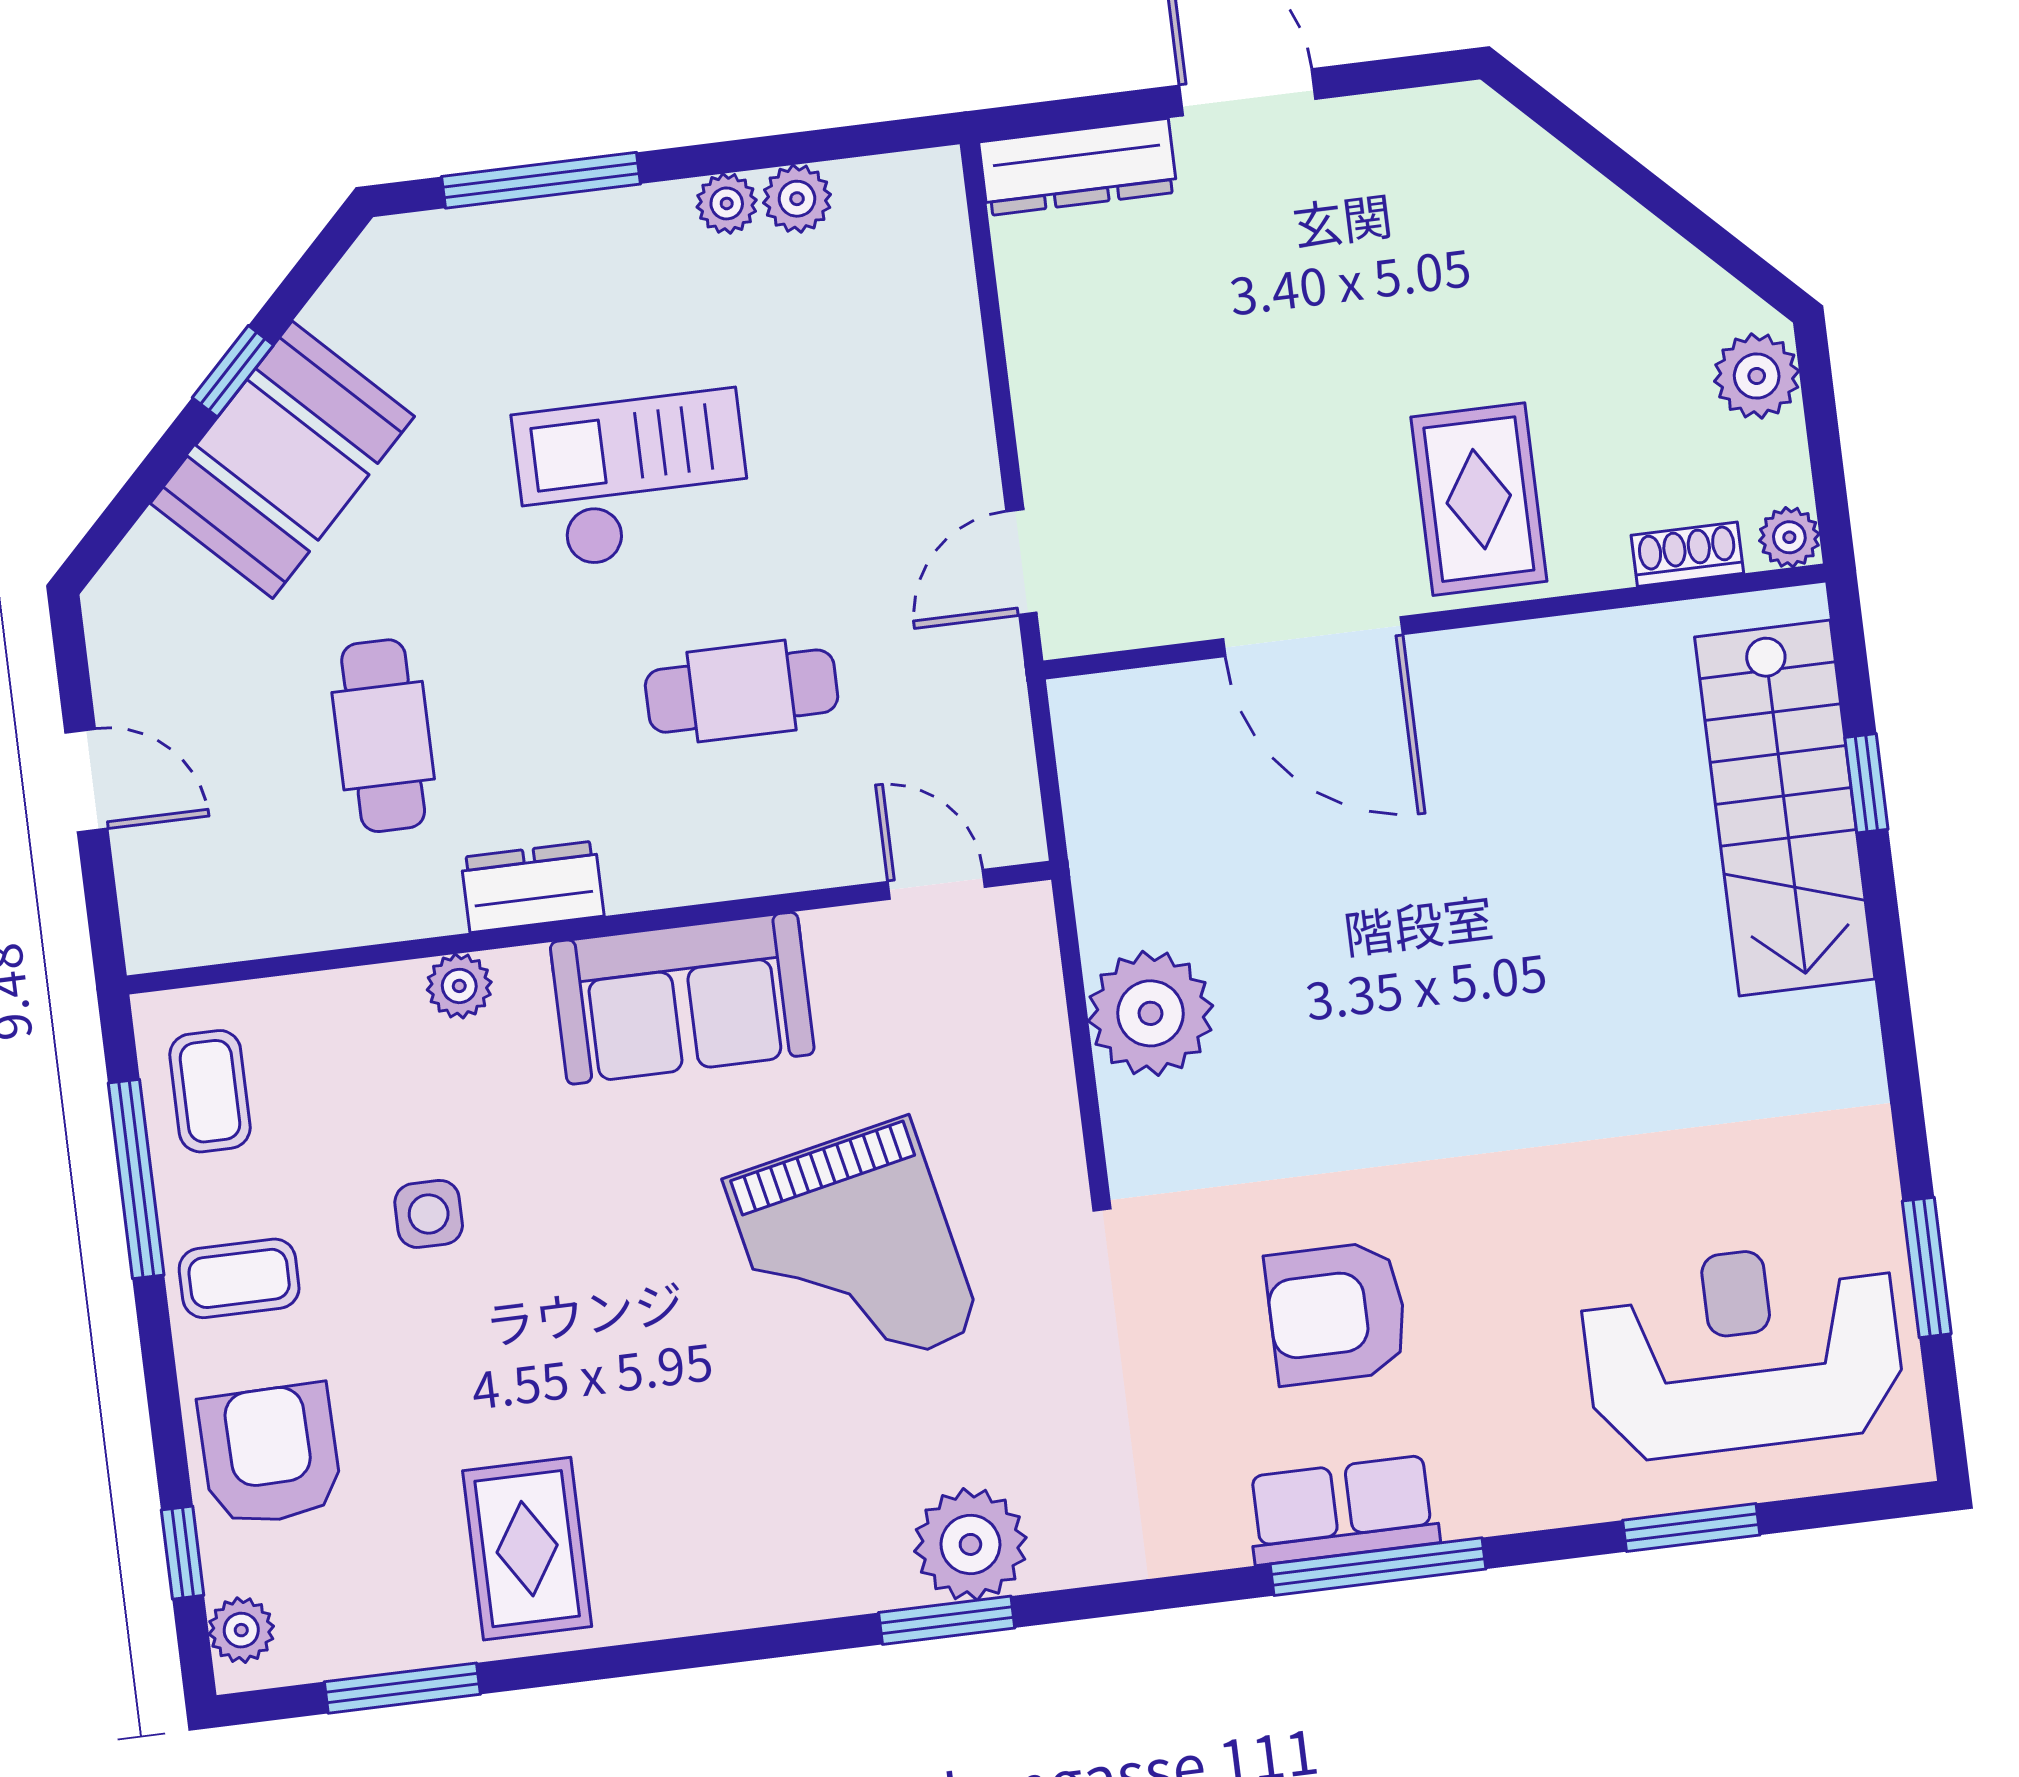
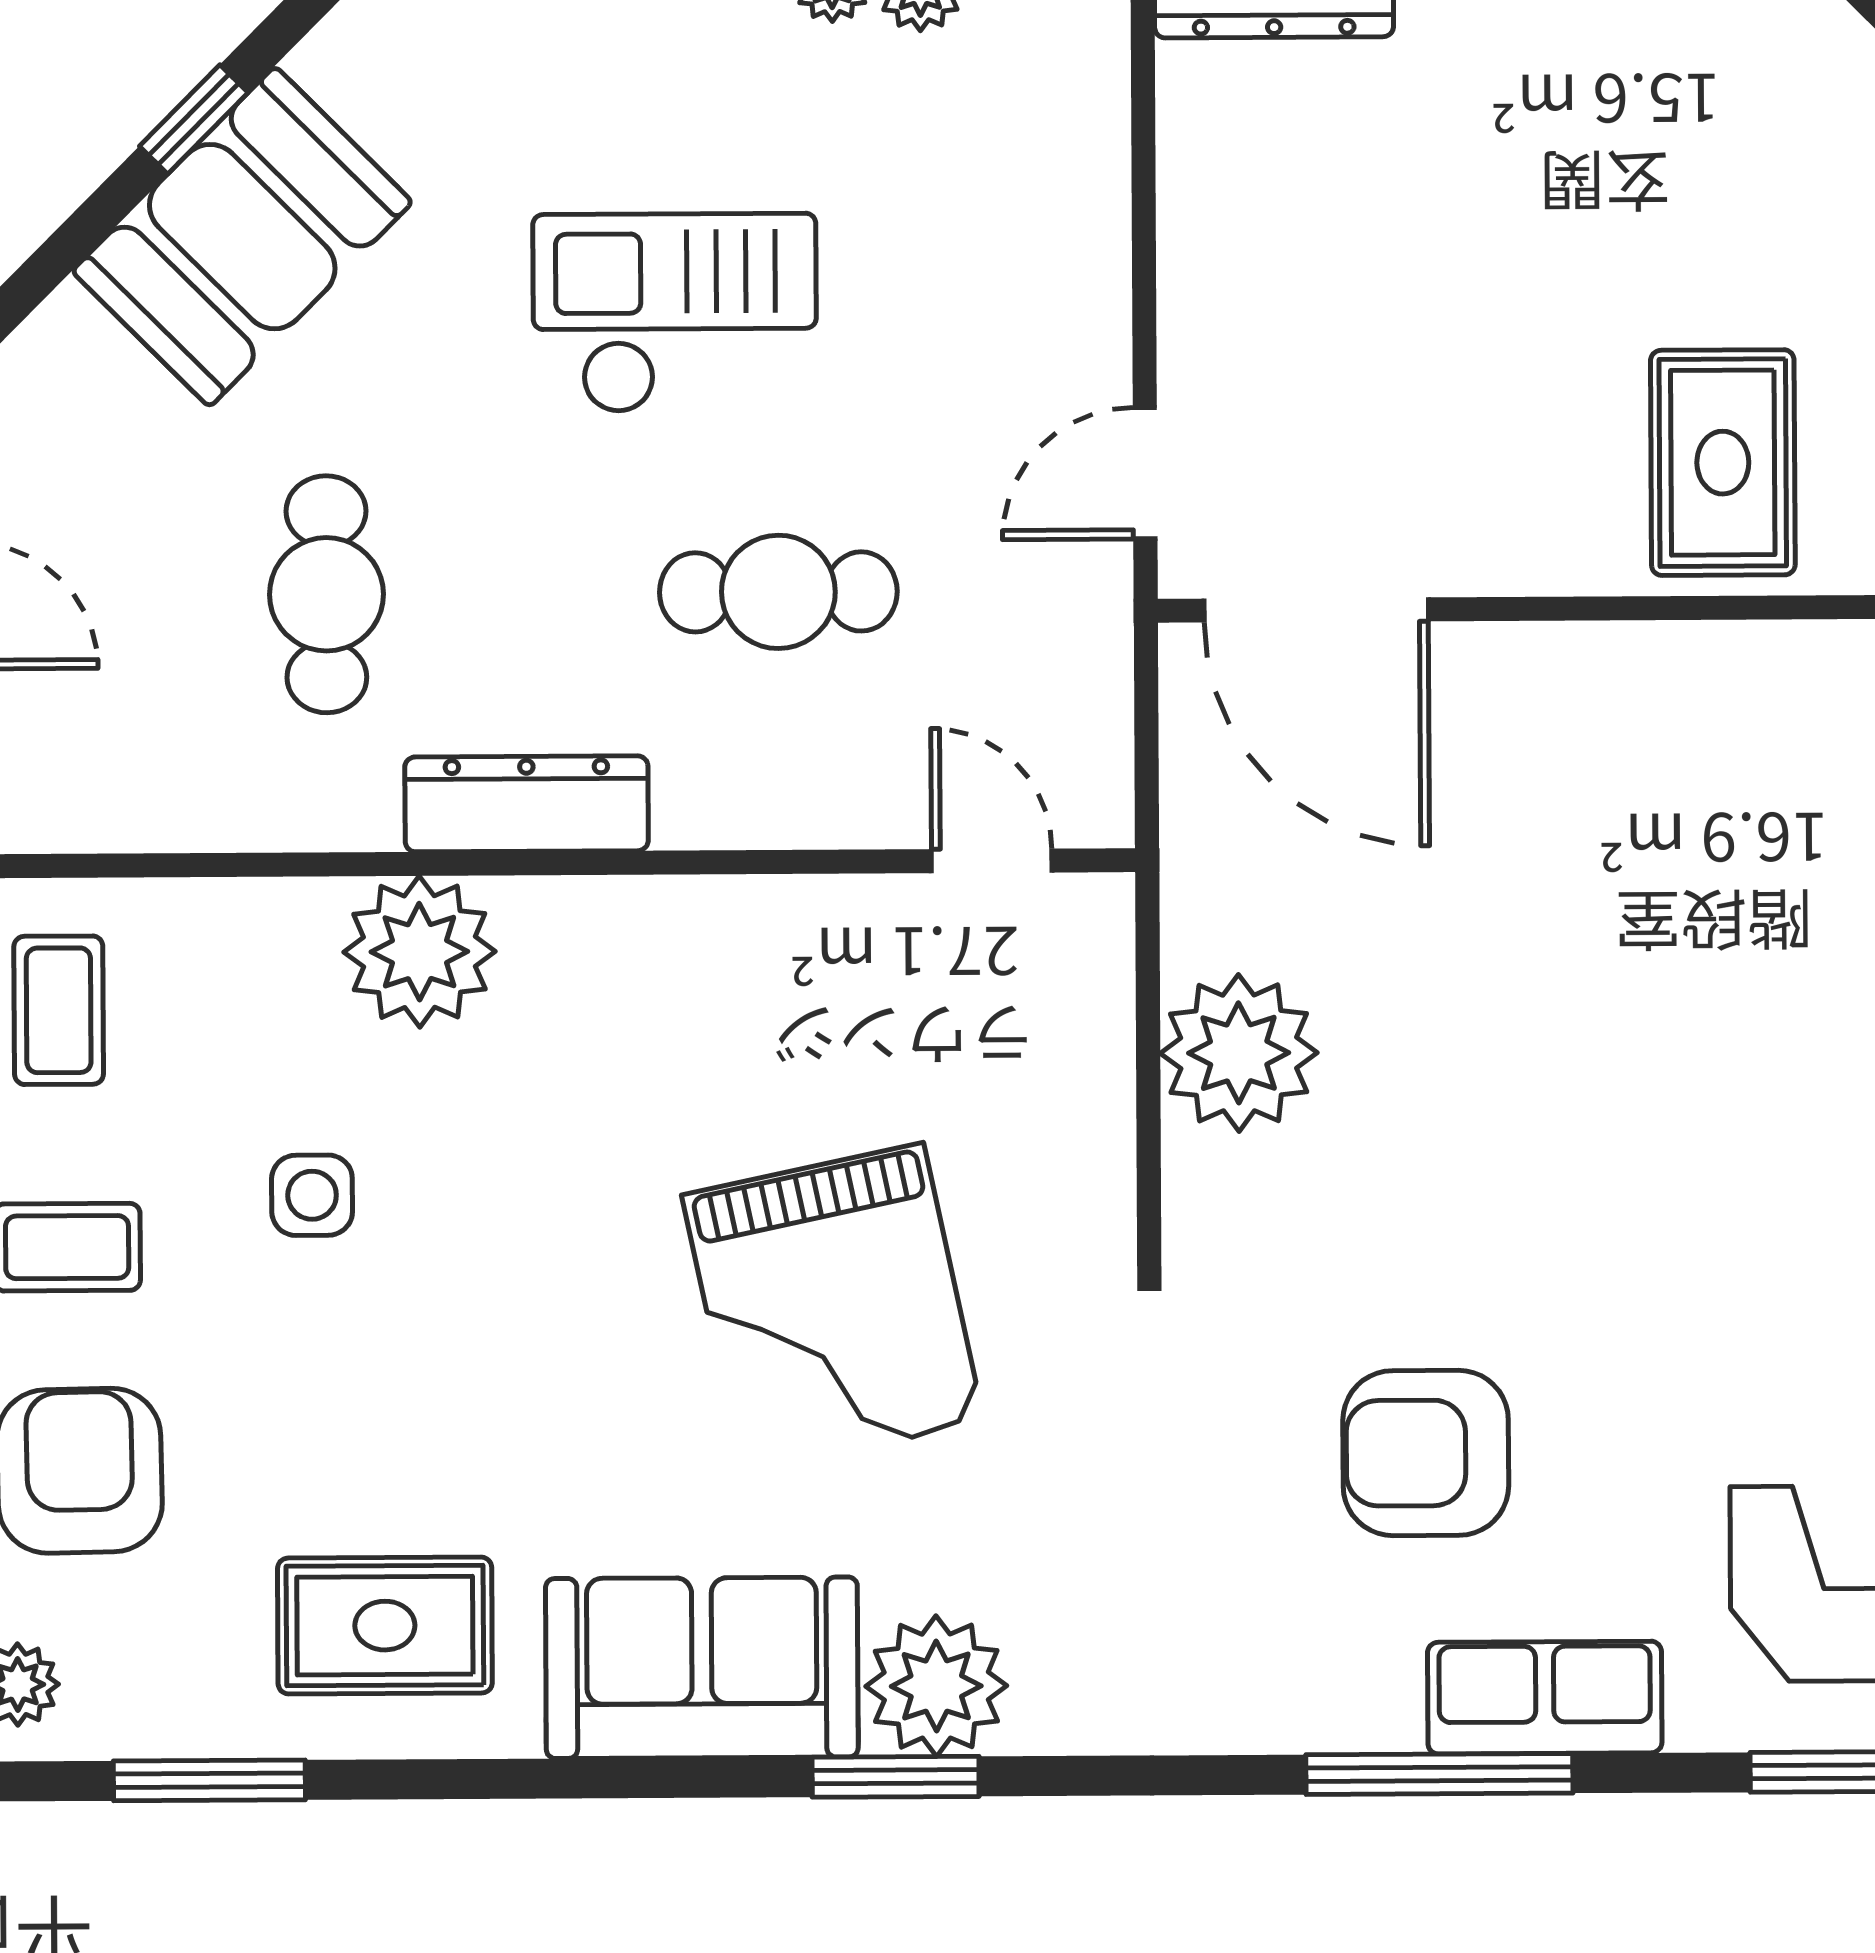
door: (1313, 637) -> (1316, 610), moved
dresser: (532, 887) -> (527, 804), width x1.44
plant: (459, 986) -> (419, 952), width x1.88, depth x1.88
sofa: (682, 998) -> (702, 1668), moved, turned 180
row of seats: (1343, 1510) -> (1545, 1698), moved
rug: (527, 1549) -> (385, 1626), turned 90

